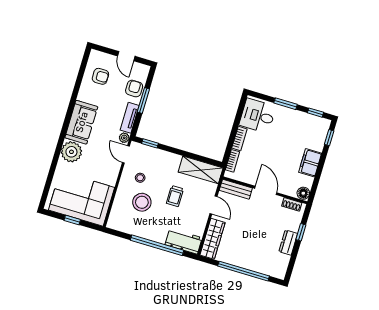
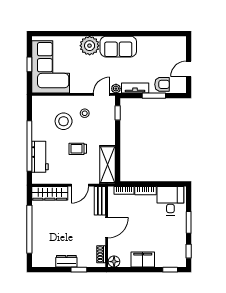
armchair: (100, 76) -> (164, 51), removed
workbench: (184, 241) -> (40, 157), moved

